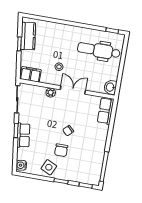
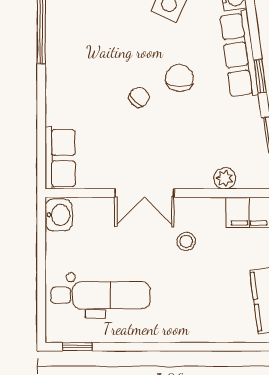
plant: (51, 93) -> (225, 178), moved
row of seats: (23, 135) -> (239, 54), width x1.48
chair: (61, 150) -> (180, 78), moved

